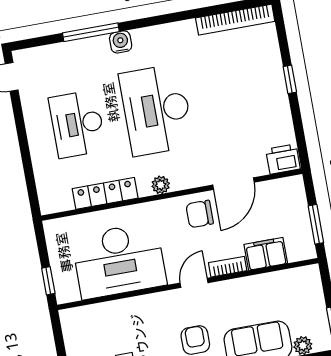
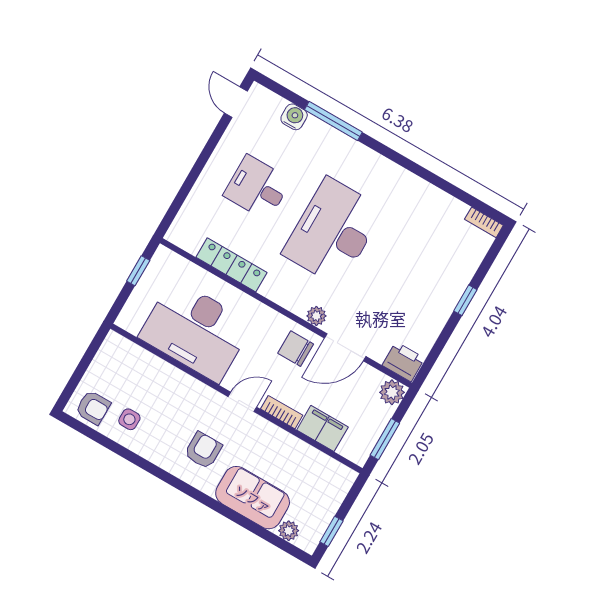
bookcase: (235, 20) -> (484, 222), width x0.43, depth x0.76
water cooler: (121, 42) -> (294, 117), moved
desk: (77, 124) -> (257, 188), width x0.73
plant: (161, 185) -> (316, 316), moved
plant: (293, 187) -> (392, 392), added
window: (48, 281) -> (138, 271), moved

